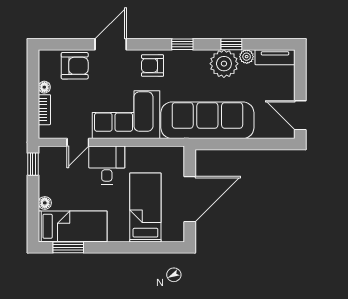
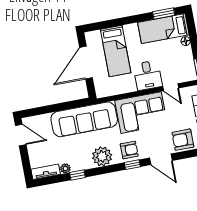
door: (111, 44) -> (161, 159), hinge flipped
window: (182, 44) -> (132, 165), moved
plant: (224, 64) -> (102, 156), moved
door: (78, 142) -> (171, 87), swing flipped

